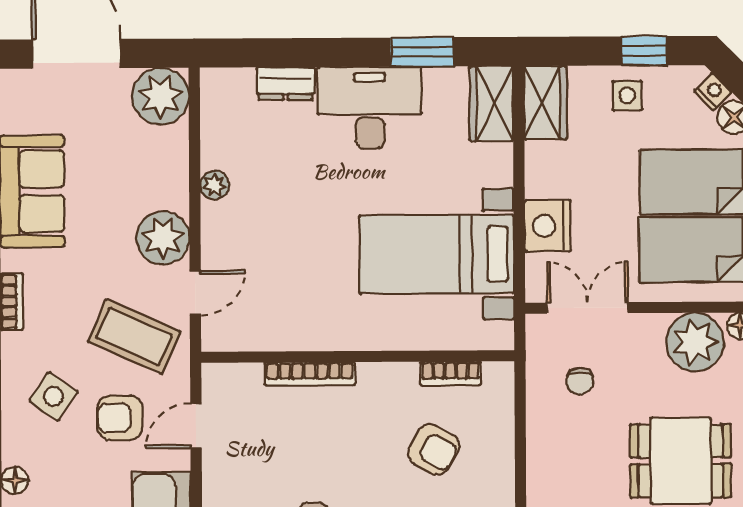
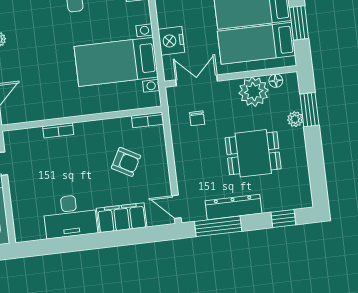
bookcase: (450, 373) -> (148, 120), moved
bookcase: (310, 374) -> (58, 130), width x0.64

